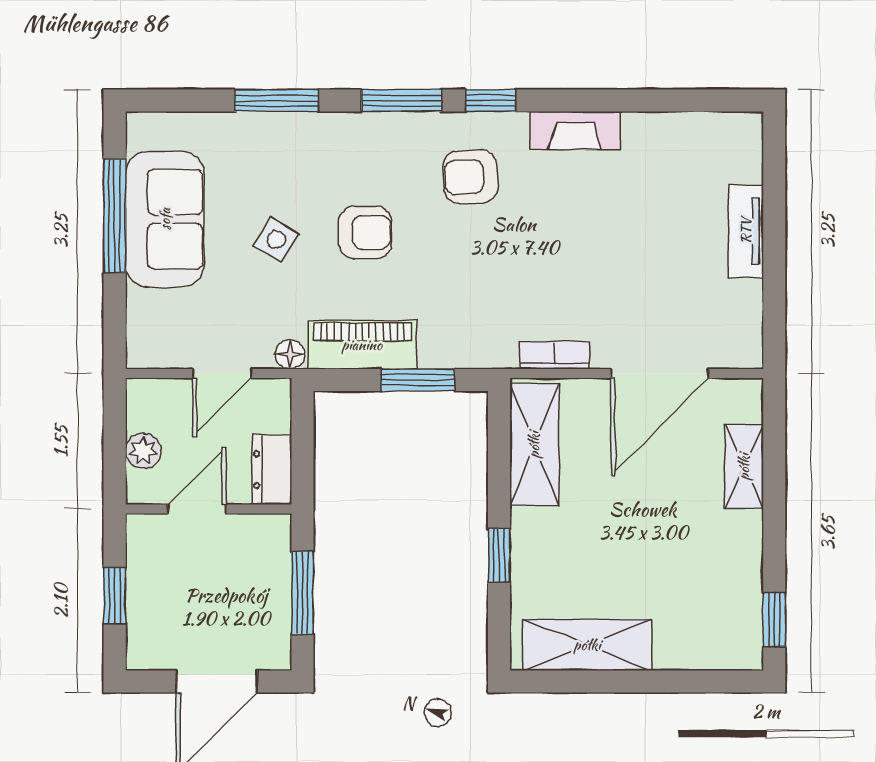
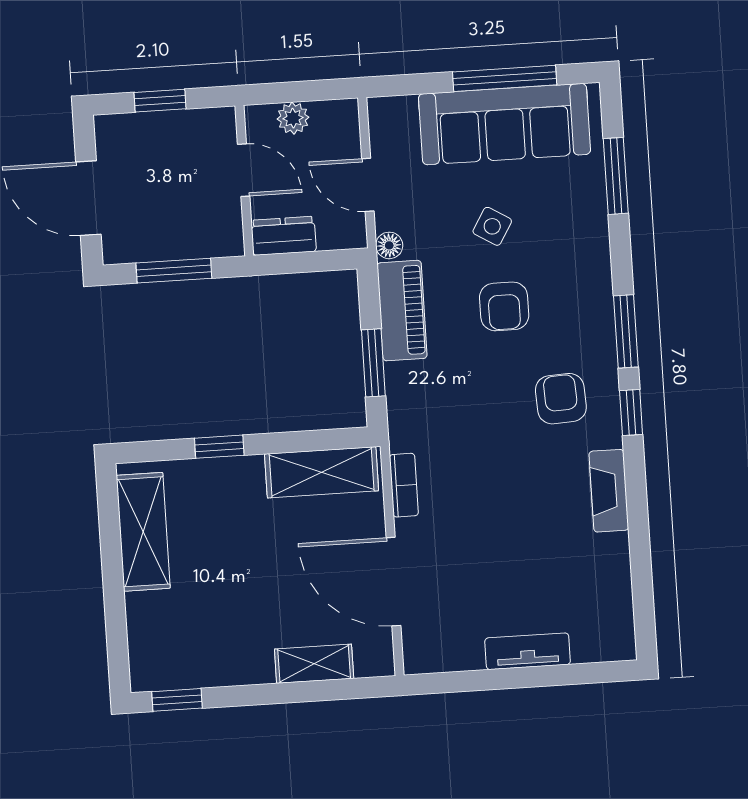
window: (277, 100) -> (616, 176), moved
sofa: (165, 219) -> (505, 124), width x1.36

